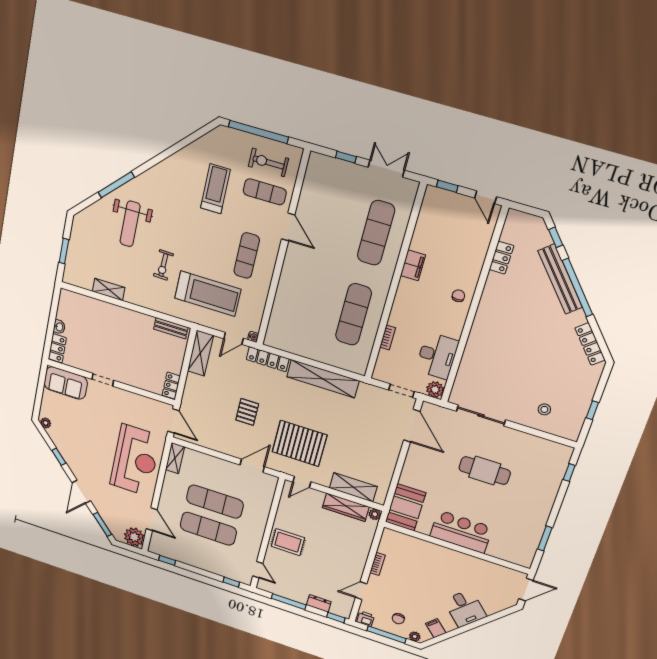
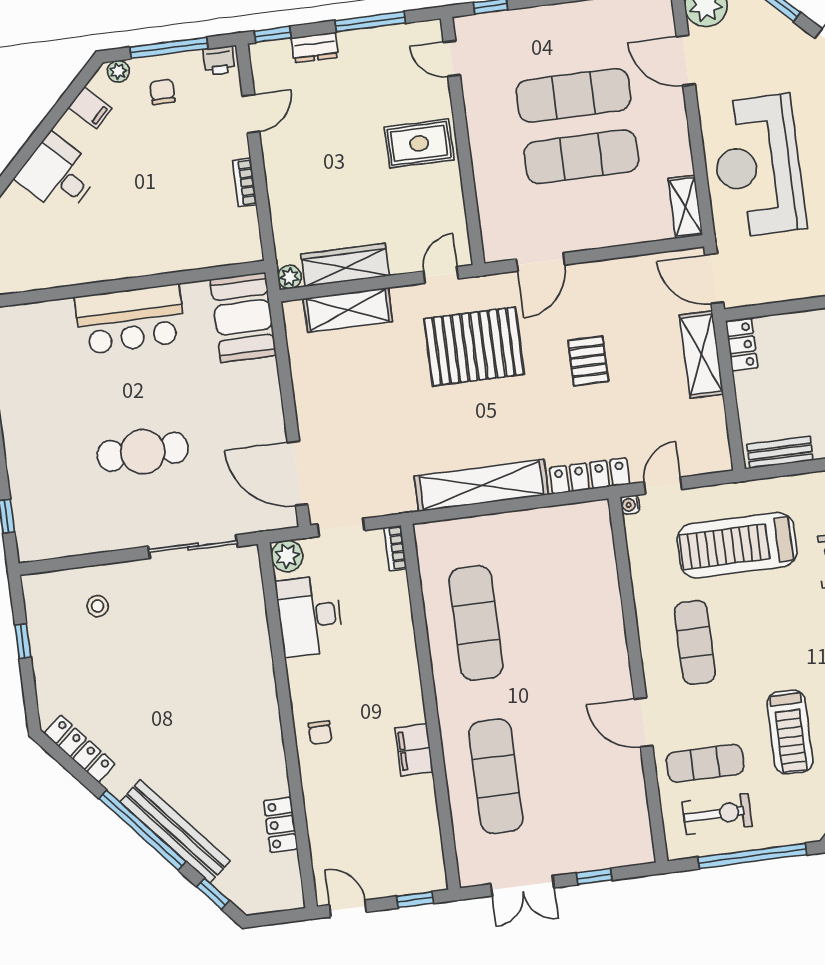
bookcase: (388, 337) -> (395, 548), moved
shelving: (200, 353) -> (701, 355), moved

